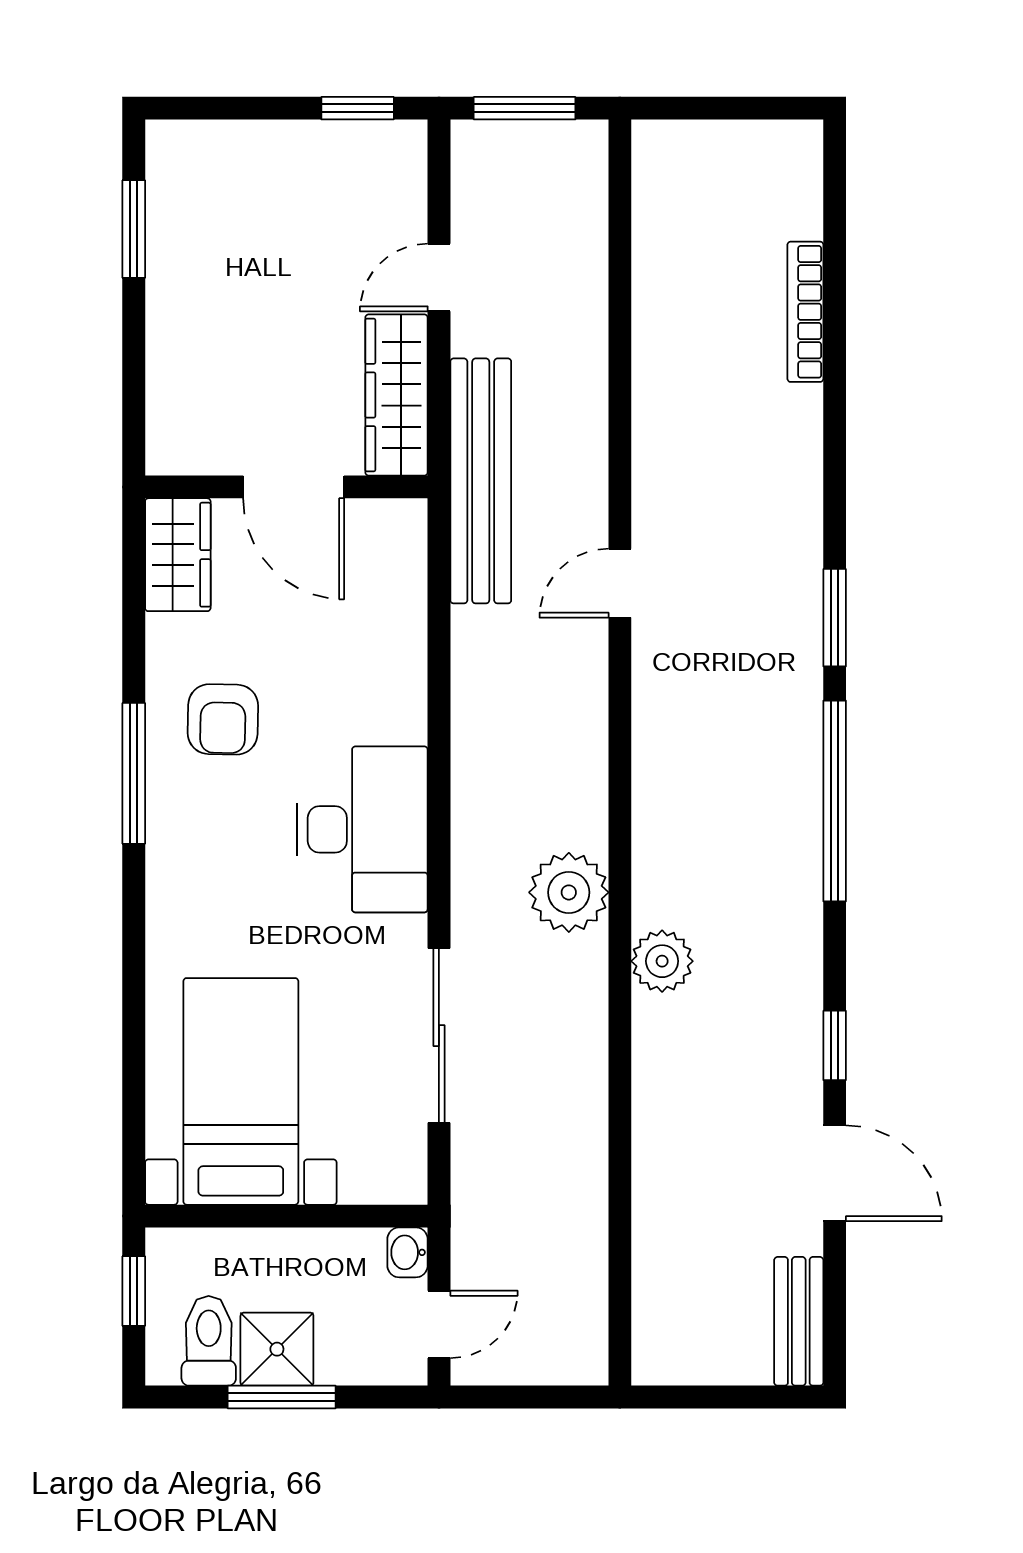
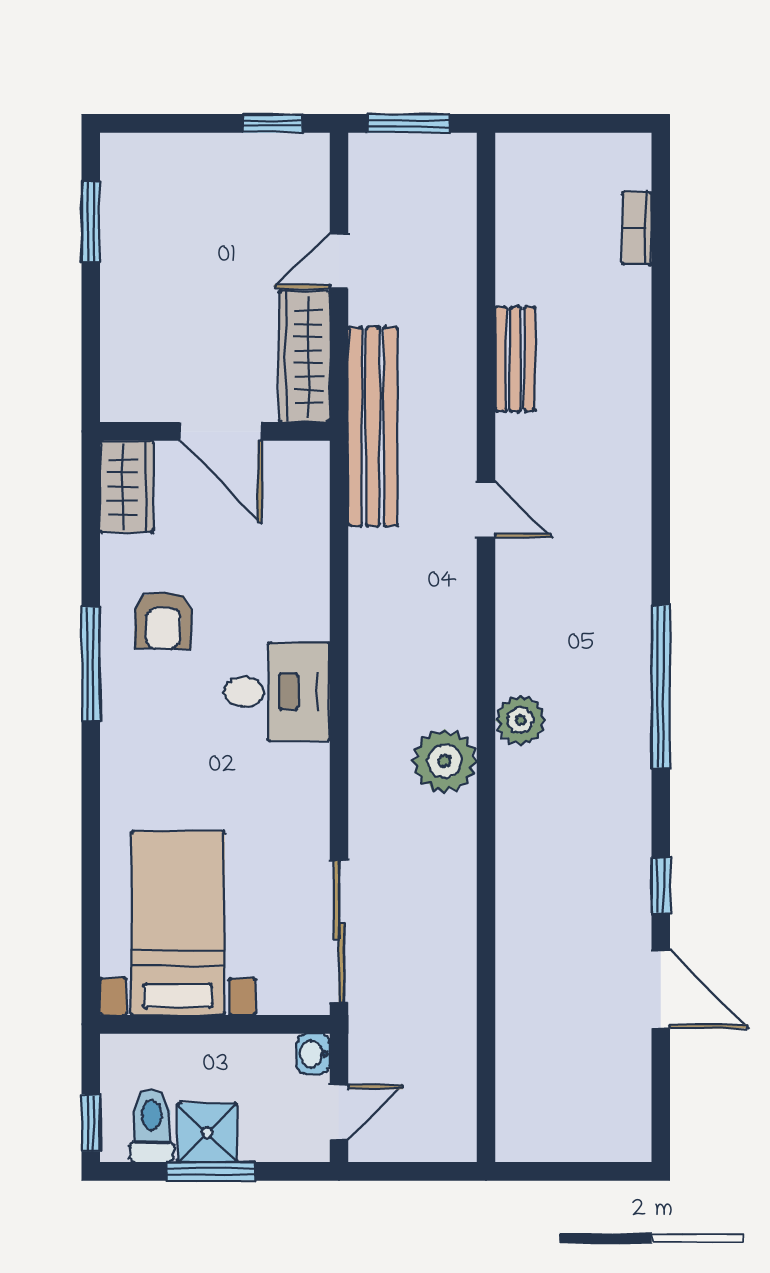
bookcase: (805, 312) -> (637, 228), moved, width x0.64
door: (620, 583) -> (486, 510), swing flipped
window: (835, 618) -> (661, 538), removed
desk: (362, 829) -> (277, 692), width x0.73
plant: (662, 961) -> (520, 720), moved
sliding door: (439, 1036) -> (339, 931), moved
window: (134, 1291) -> (91, 1123), moved
bench: (799, 1321) -> (515, 359), moved

